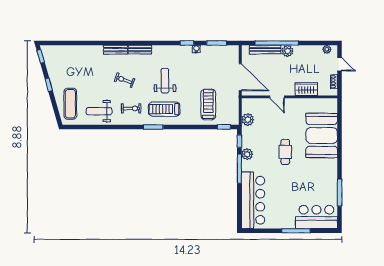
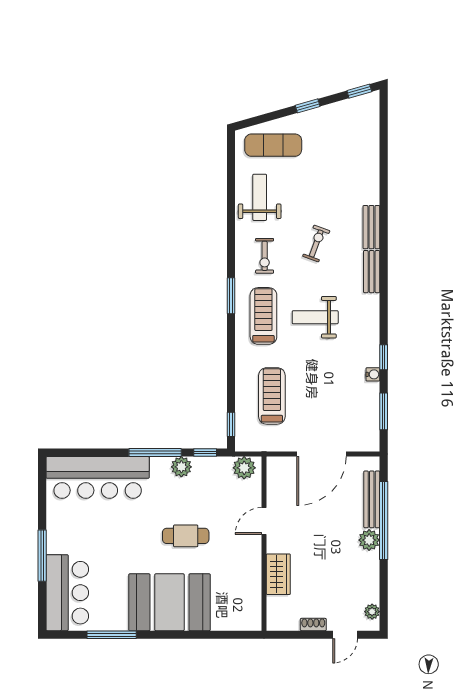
weight bench: (165, 81) -> (315, 317), turned 180
wardrobe: (306, 89) -> (278, 574), moved
door: (277, 97) -> (264, 521), moved
wall: (289, 97) -> (264, 544), moved
treadmill: (208, 104) -> (272, 396), turned -90
booth: (322, 135) -> (169, 602), moved

